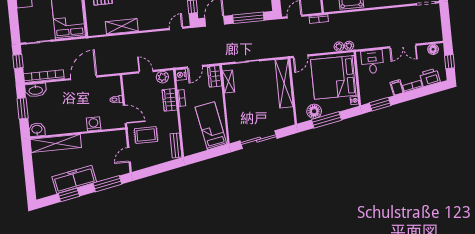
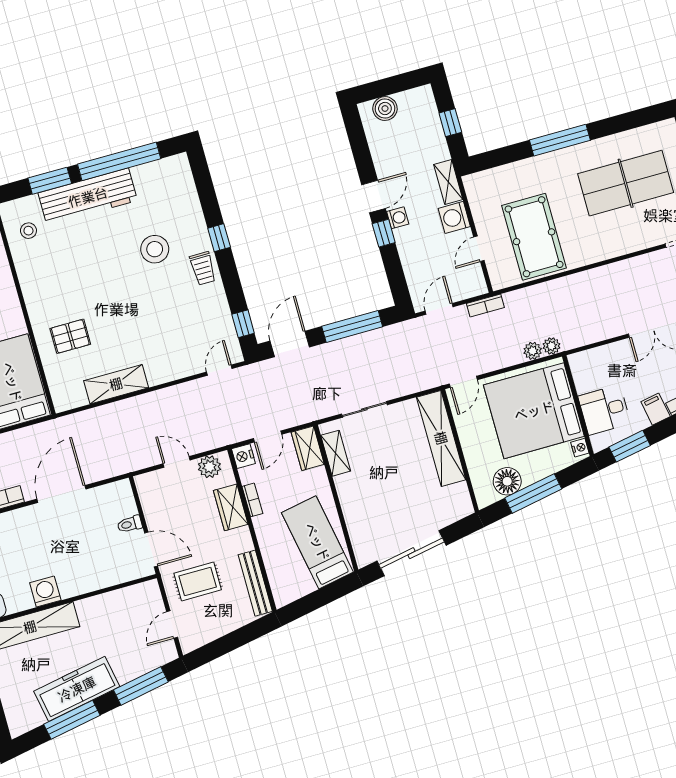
desk: (372, 62) -> (604, 410), moved, turned -90
washing machine: (94, 124) -> (45, 592), moved
bench: (176, 145) -> (255, 583), width x1.36
window: (69, 195) -> (72, 720), width x1.44

